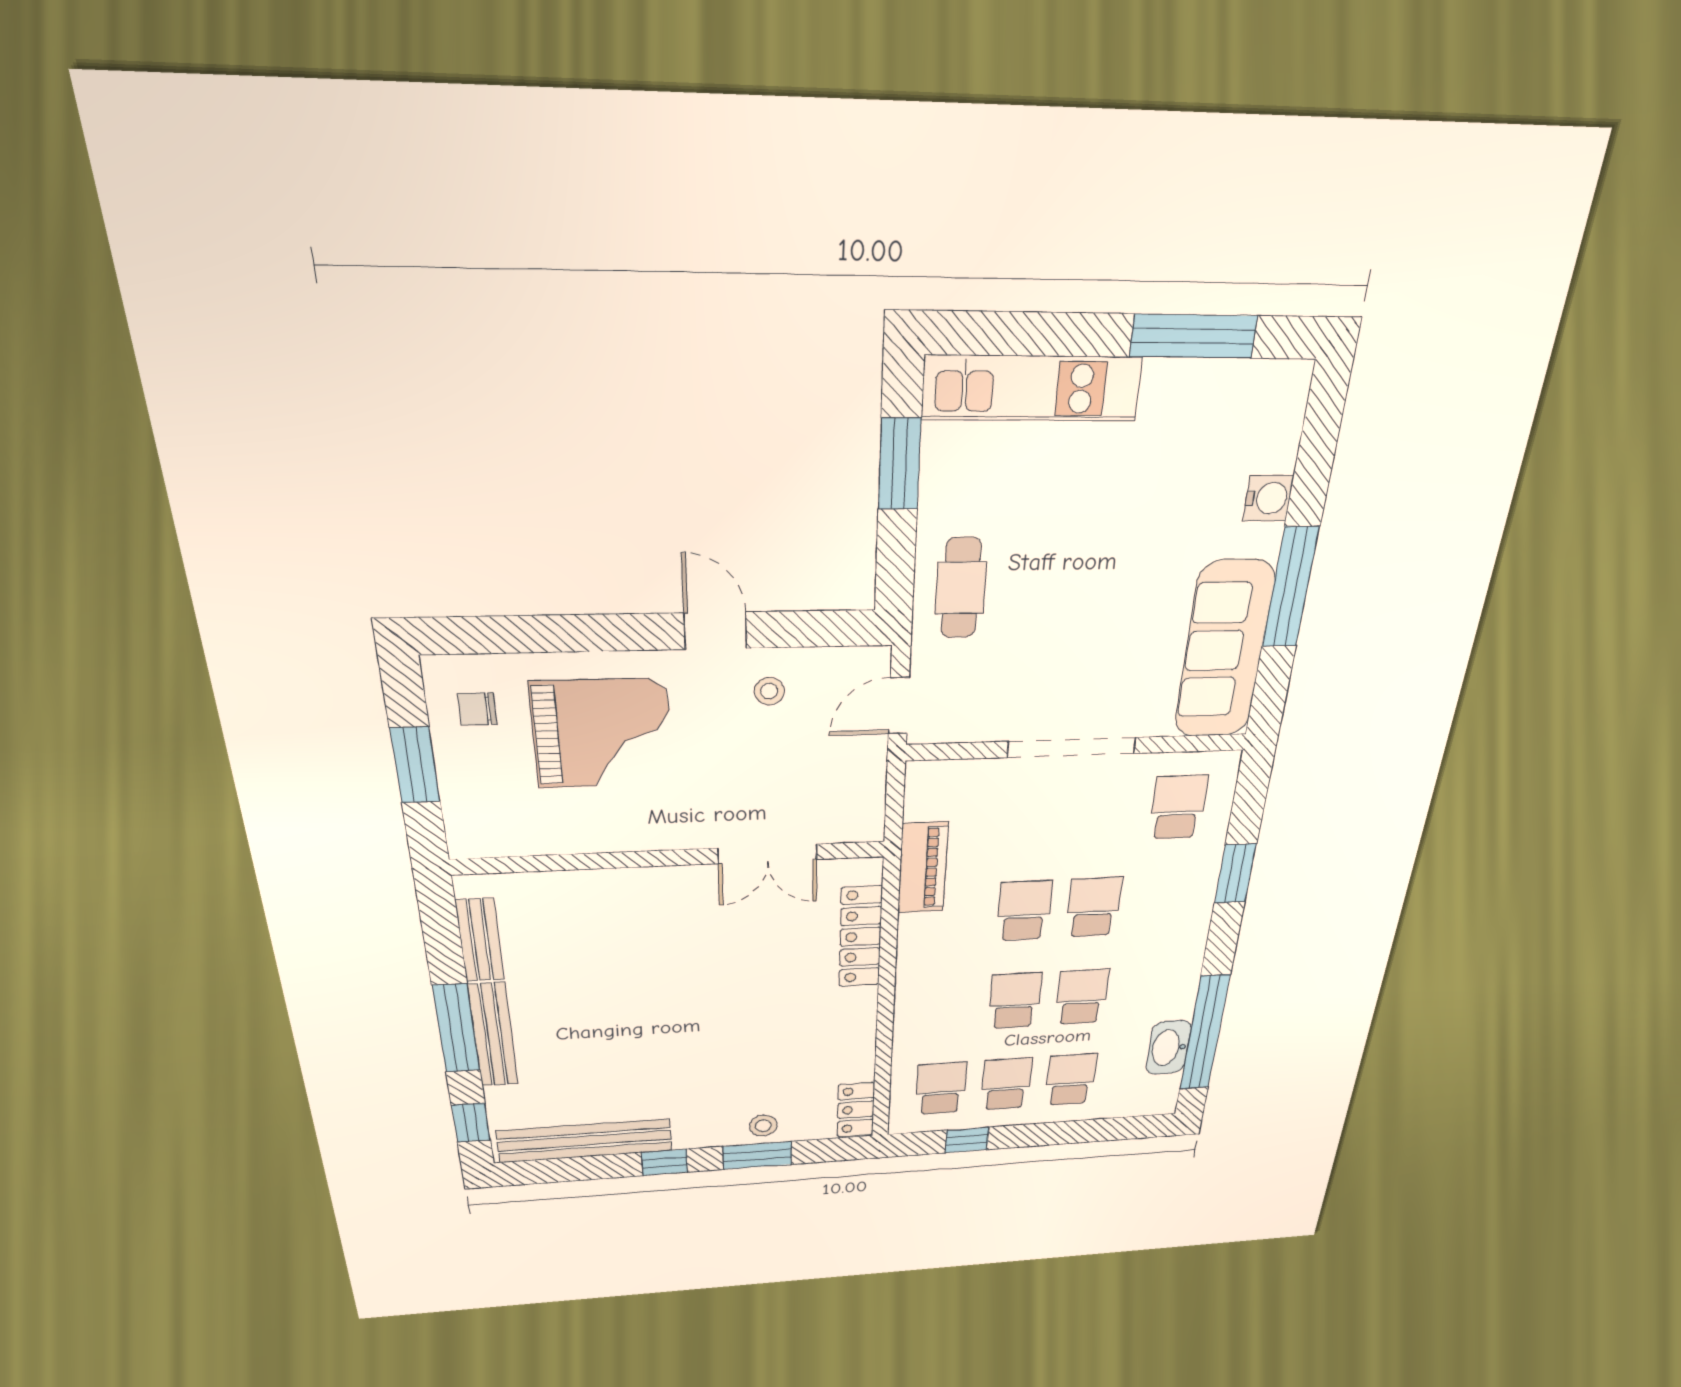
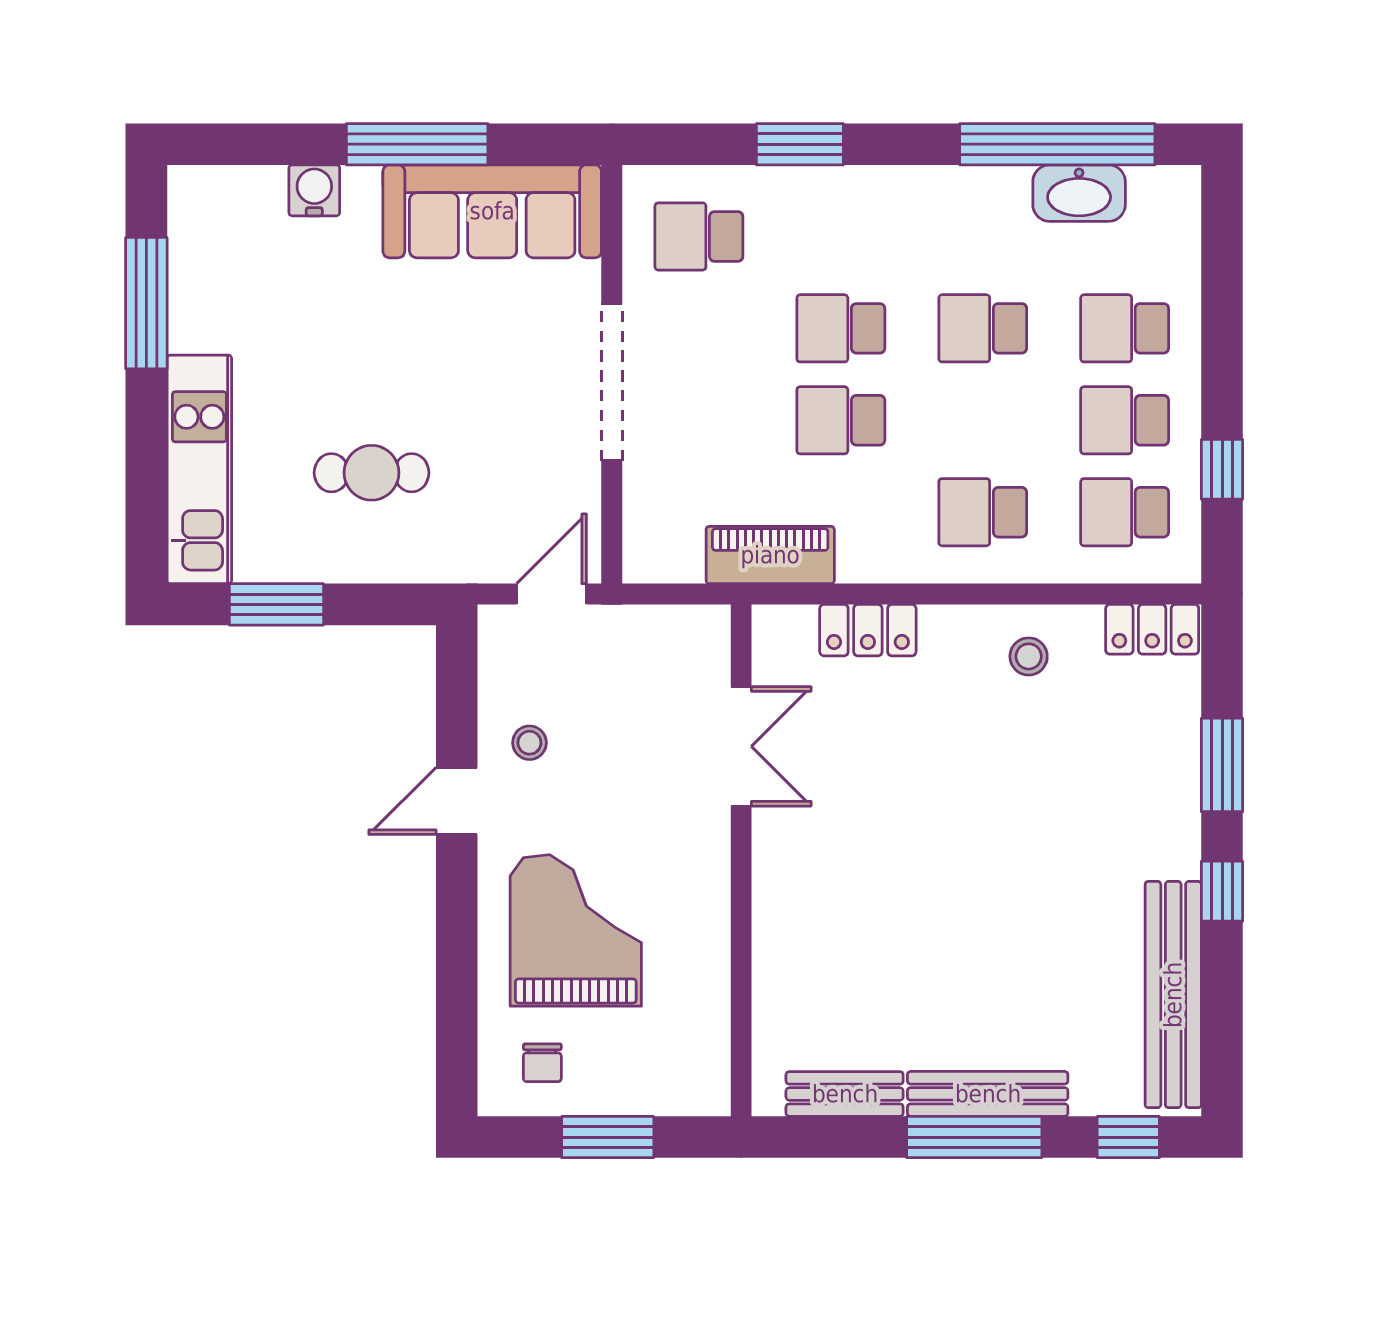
cafe table: (961, 588) -> (372, 473), moved
door: (899, 706) -> (552, 594), swing flipped
locker: (861, 937) -> (868, 630), width x0.66
school desk: (1015, 1001) -> (983, 512), moved
stool: (763, 1126) -> (1029, 656), moved

